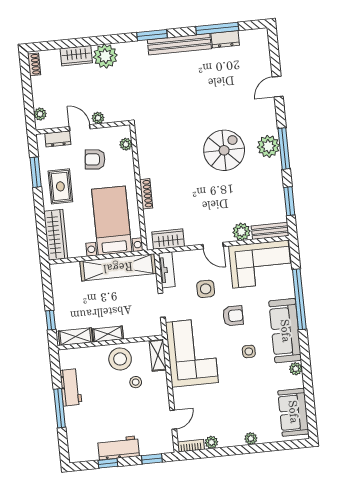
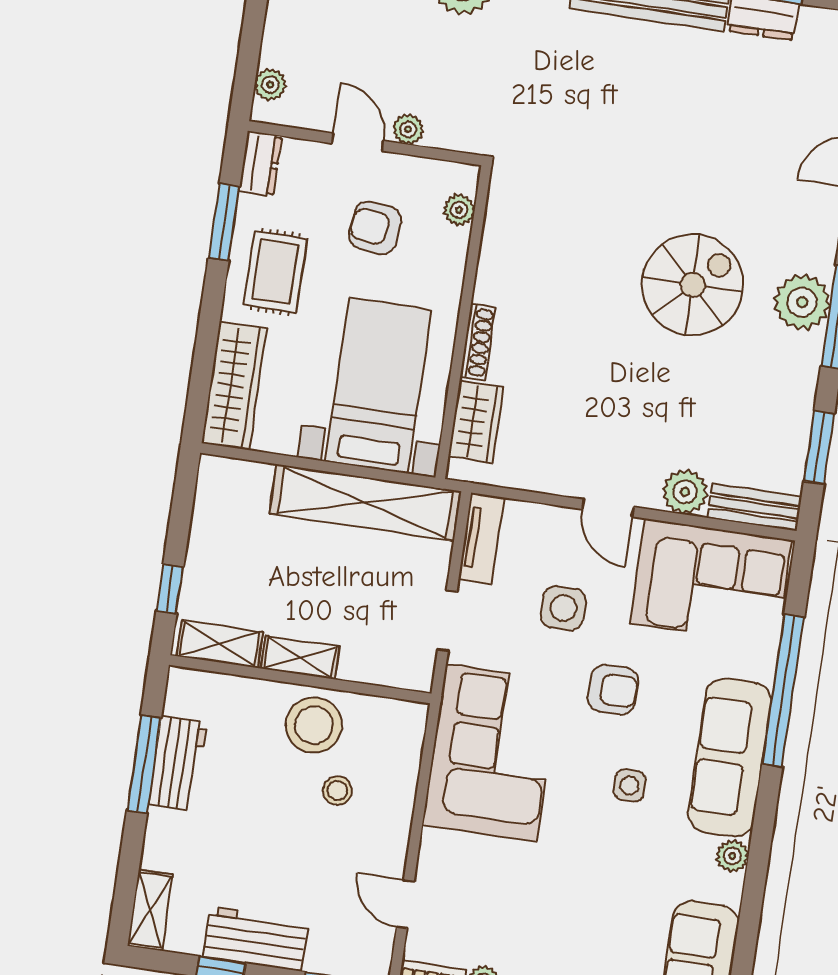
dresser: (58, 139) -> (260, 164), moved, turned -90
wardrobe: (168, 239) -> (476, 422), moved, turned 90
shelving: (158, 355) -> (150, 910), moved
window: (60, 408) -> (144, 764), moved
door: (173, 420) -> (405, 904), swing flipped

